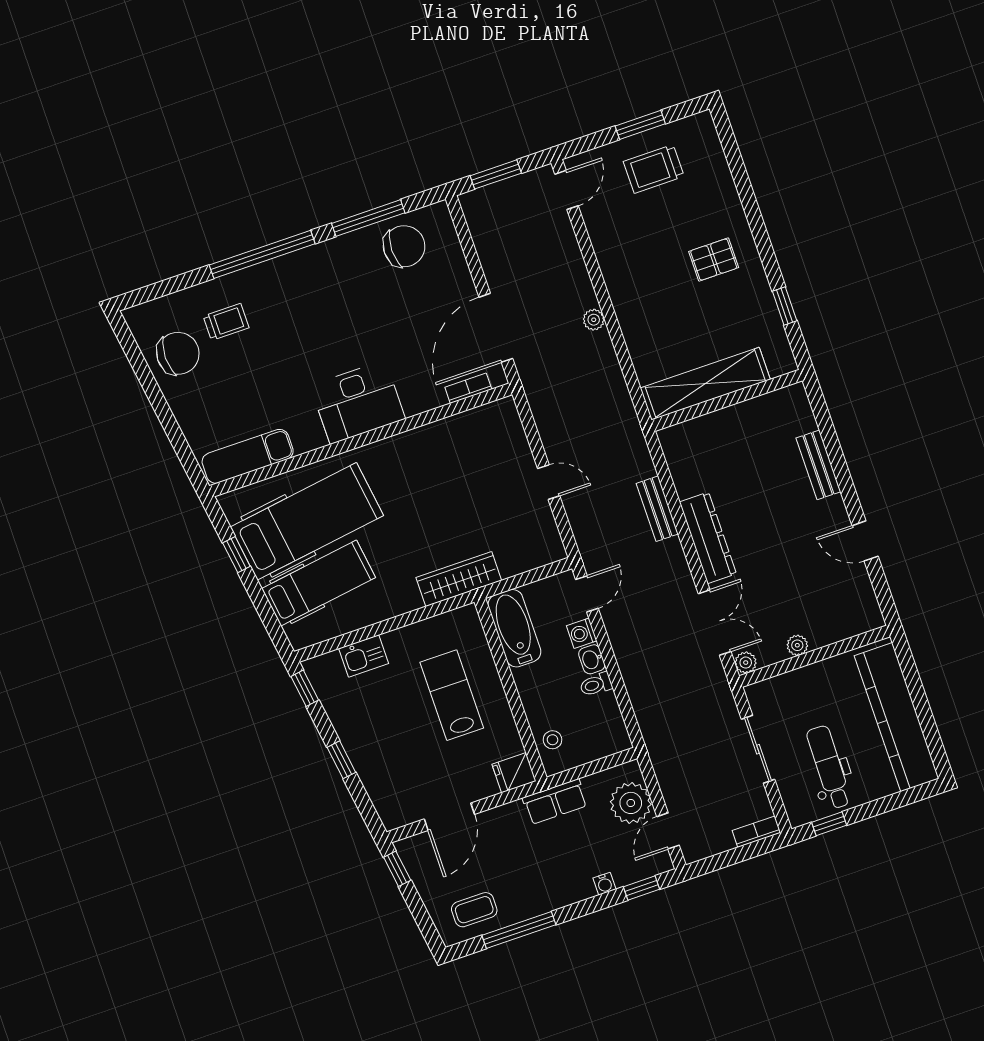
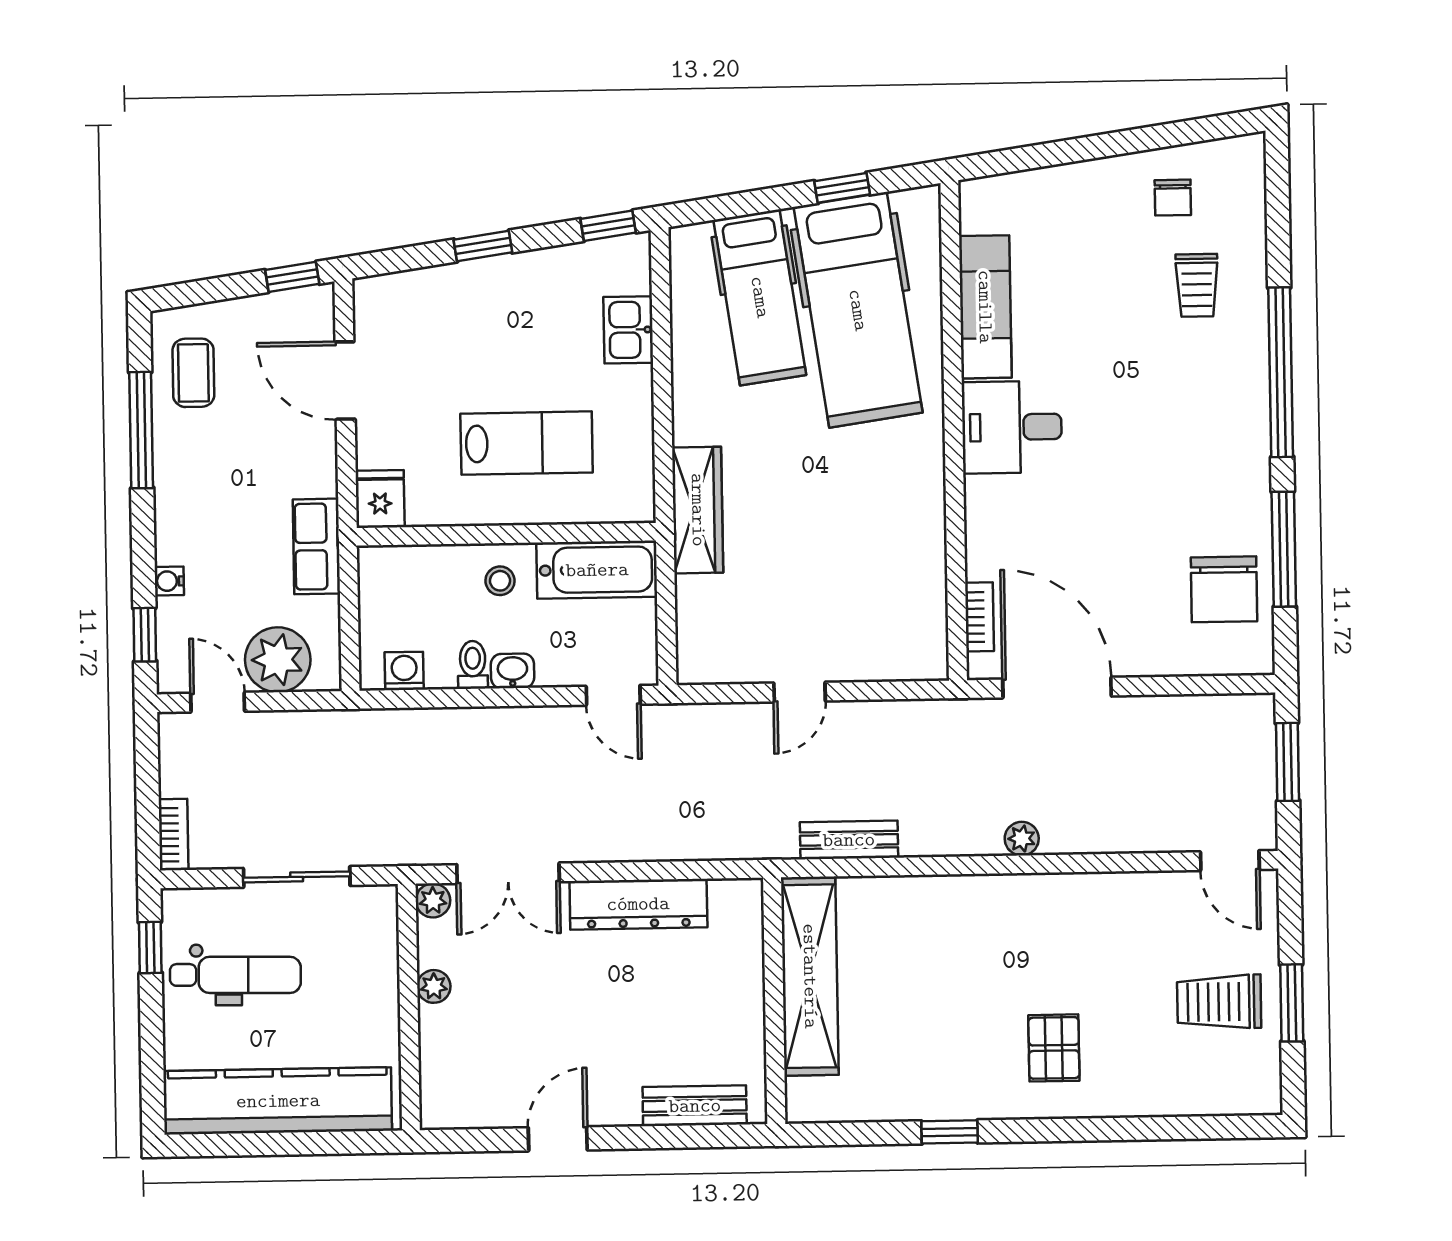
trolley: (654, 169) -> (1219, 1002), turned -90
chair: (178, 353) -> (1173, 198), width x0.54, depth x0.54
shelving: (705, 384) -> (810, 976), moved
wall: (727, 400) -> (774, 1001), moved
desk: (358, 402) -> (1012, 427), width x0.73
exam couch: (248, 456) -> (985, 307), moved
bench: (657, 509) -> (849, 840), moved
washing machine: (582, 633) -> (404, 671), moved
stool: (553, 740) -> (500, 581), moved

